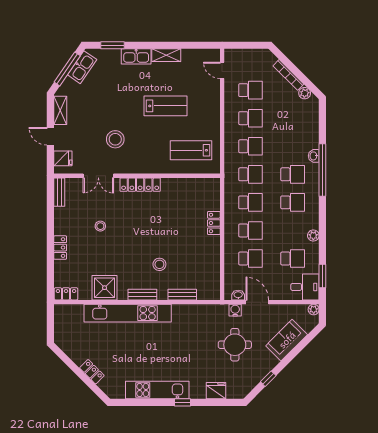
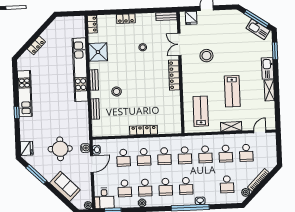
shelving: (60, 110) -> (231, 126), moved
school desk: (293, 118) -> (227, 184), added
locker: (214, 223) -> (144, 130), width x1.53
school desk: (293, 230) -> (145, 188), added
window: (268, 379) -> (36, 174), width x2.17
fridge: (216, 391) -> (27, 148), moved

